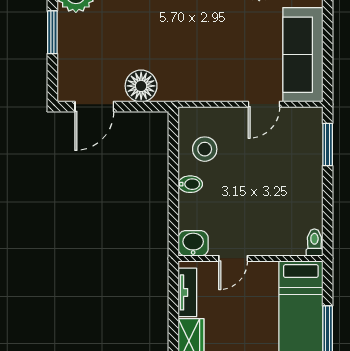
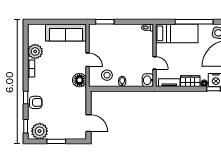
floor lamp: (141, 86) -> (80, 80), moved
door: (264, 104) -> (87, 60), moved

